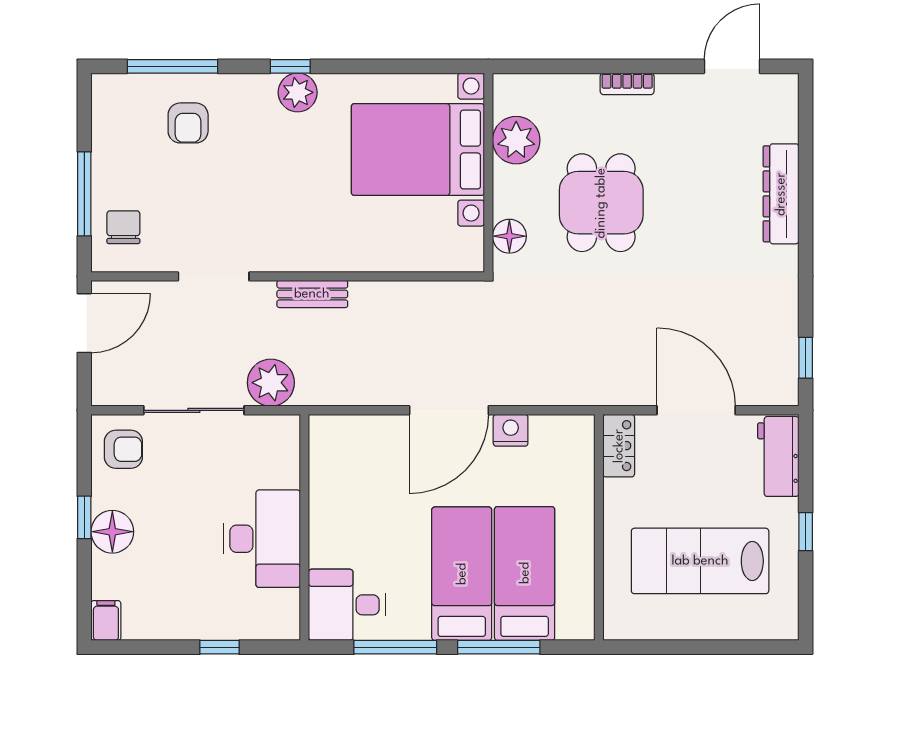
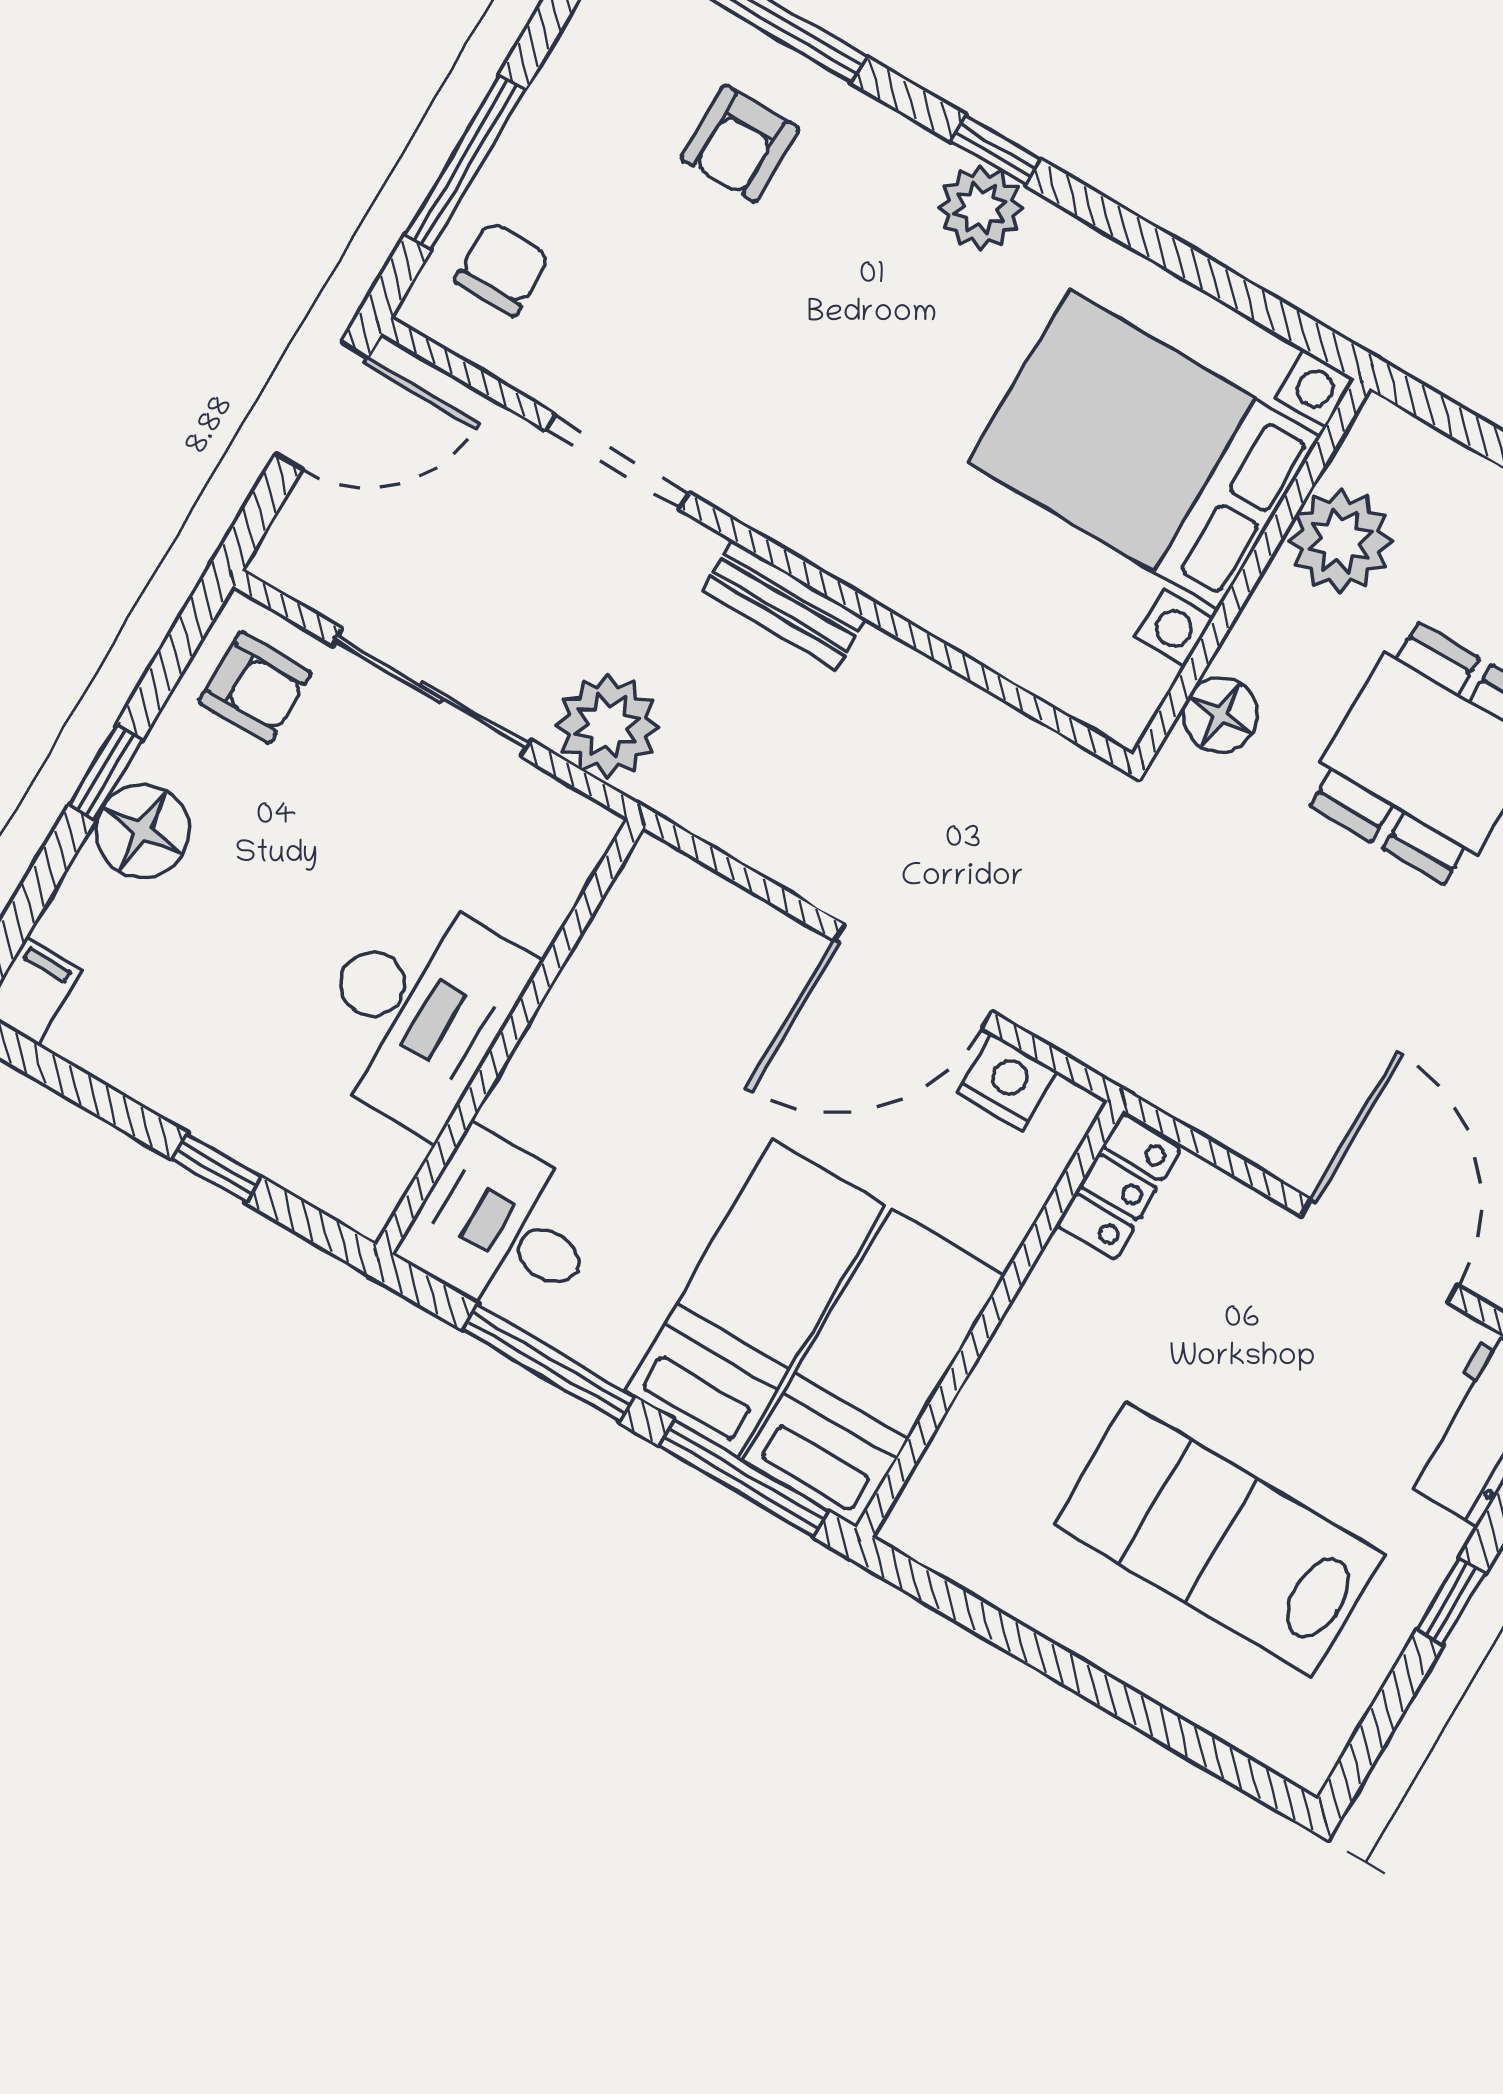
locker: (619, 446) -> (1118, 1187), moved
wall: (599, 527) -> (990, 1319), moved

